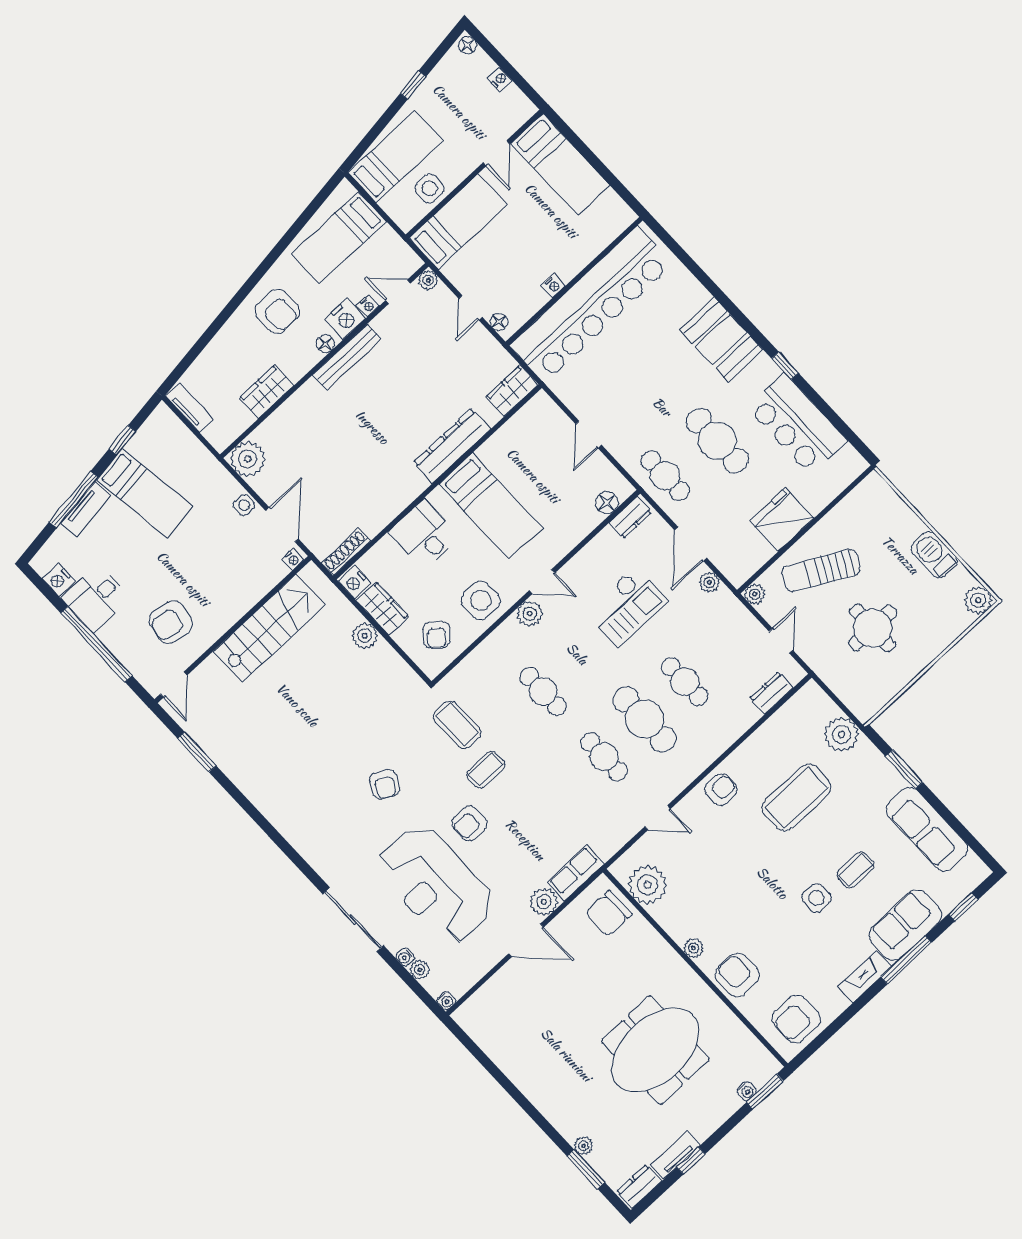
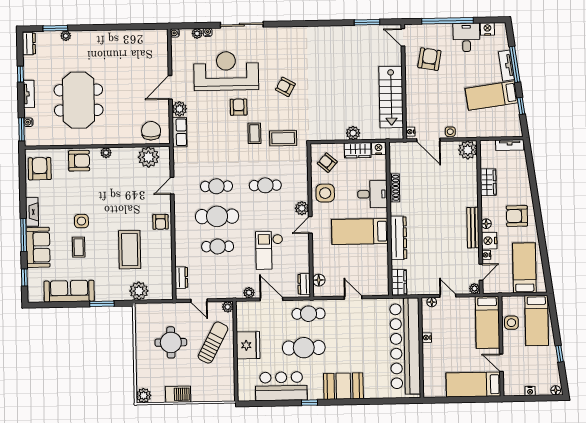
shoe rack: (346, 552) -> (395, 188), moved
tv unit: (675, 1155) -> (29, 94), moved

